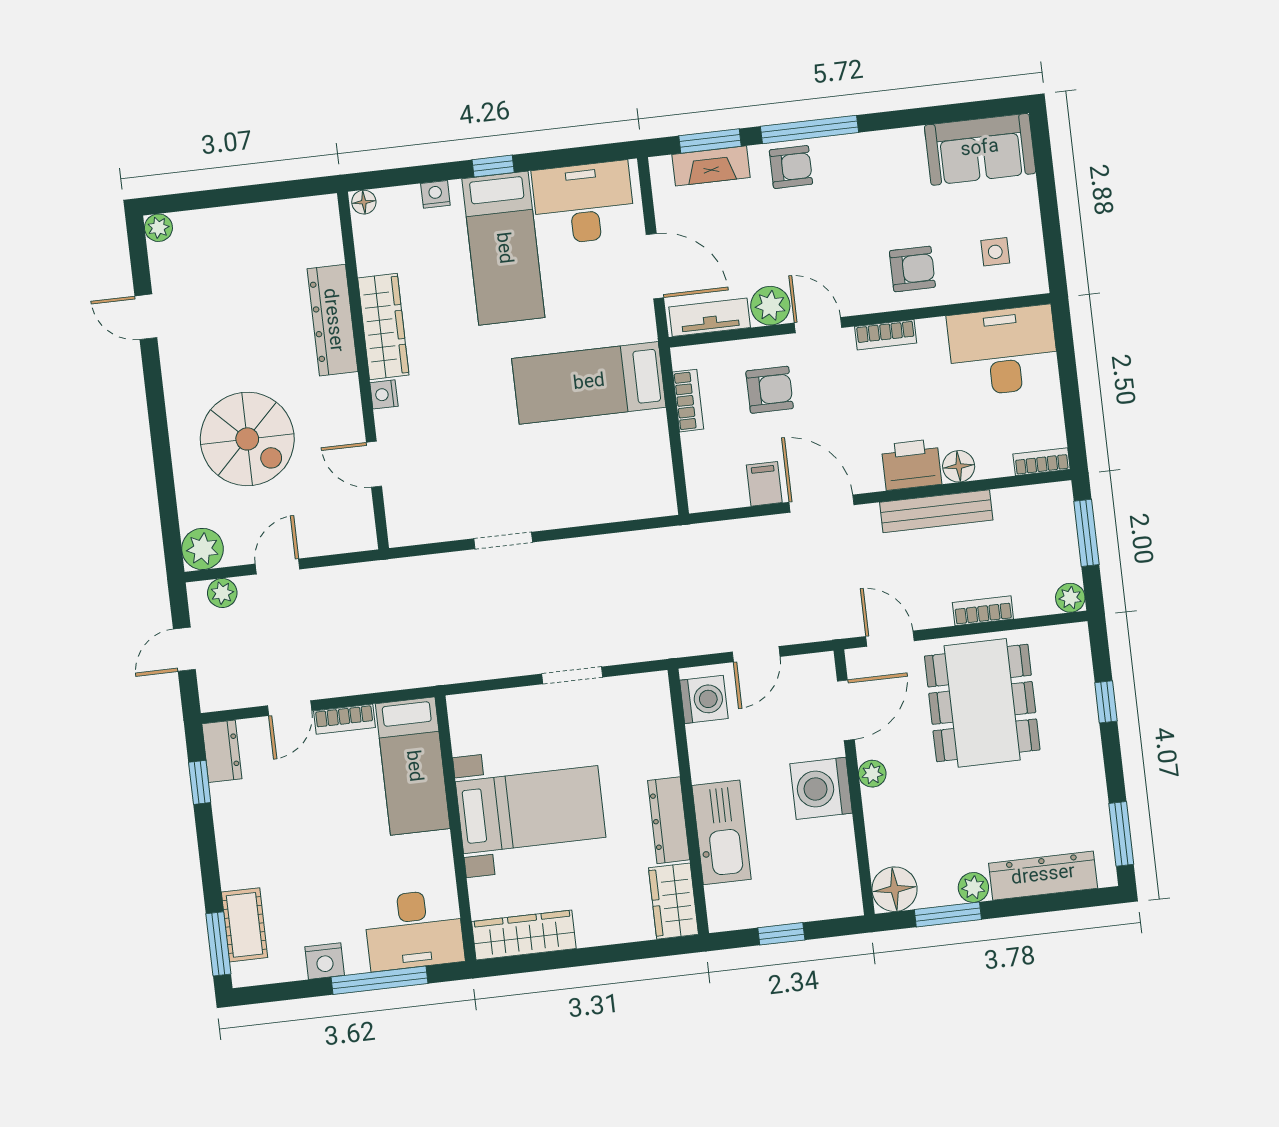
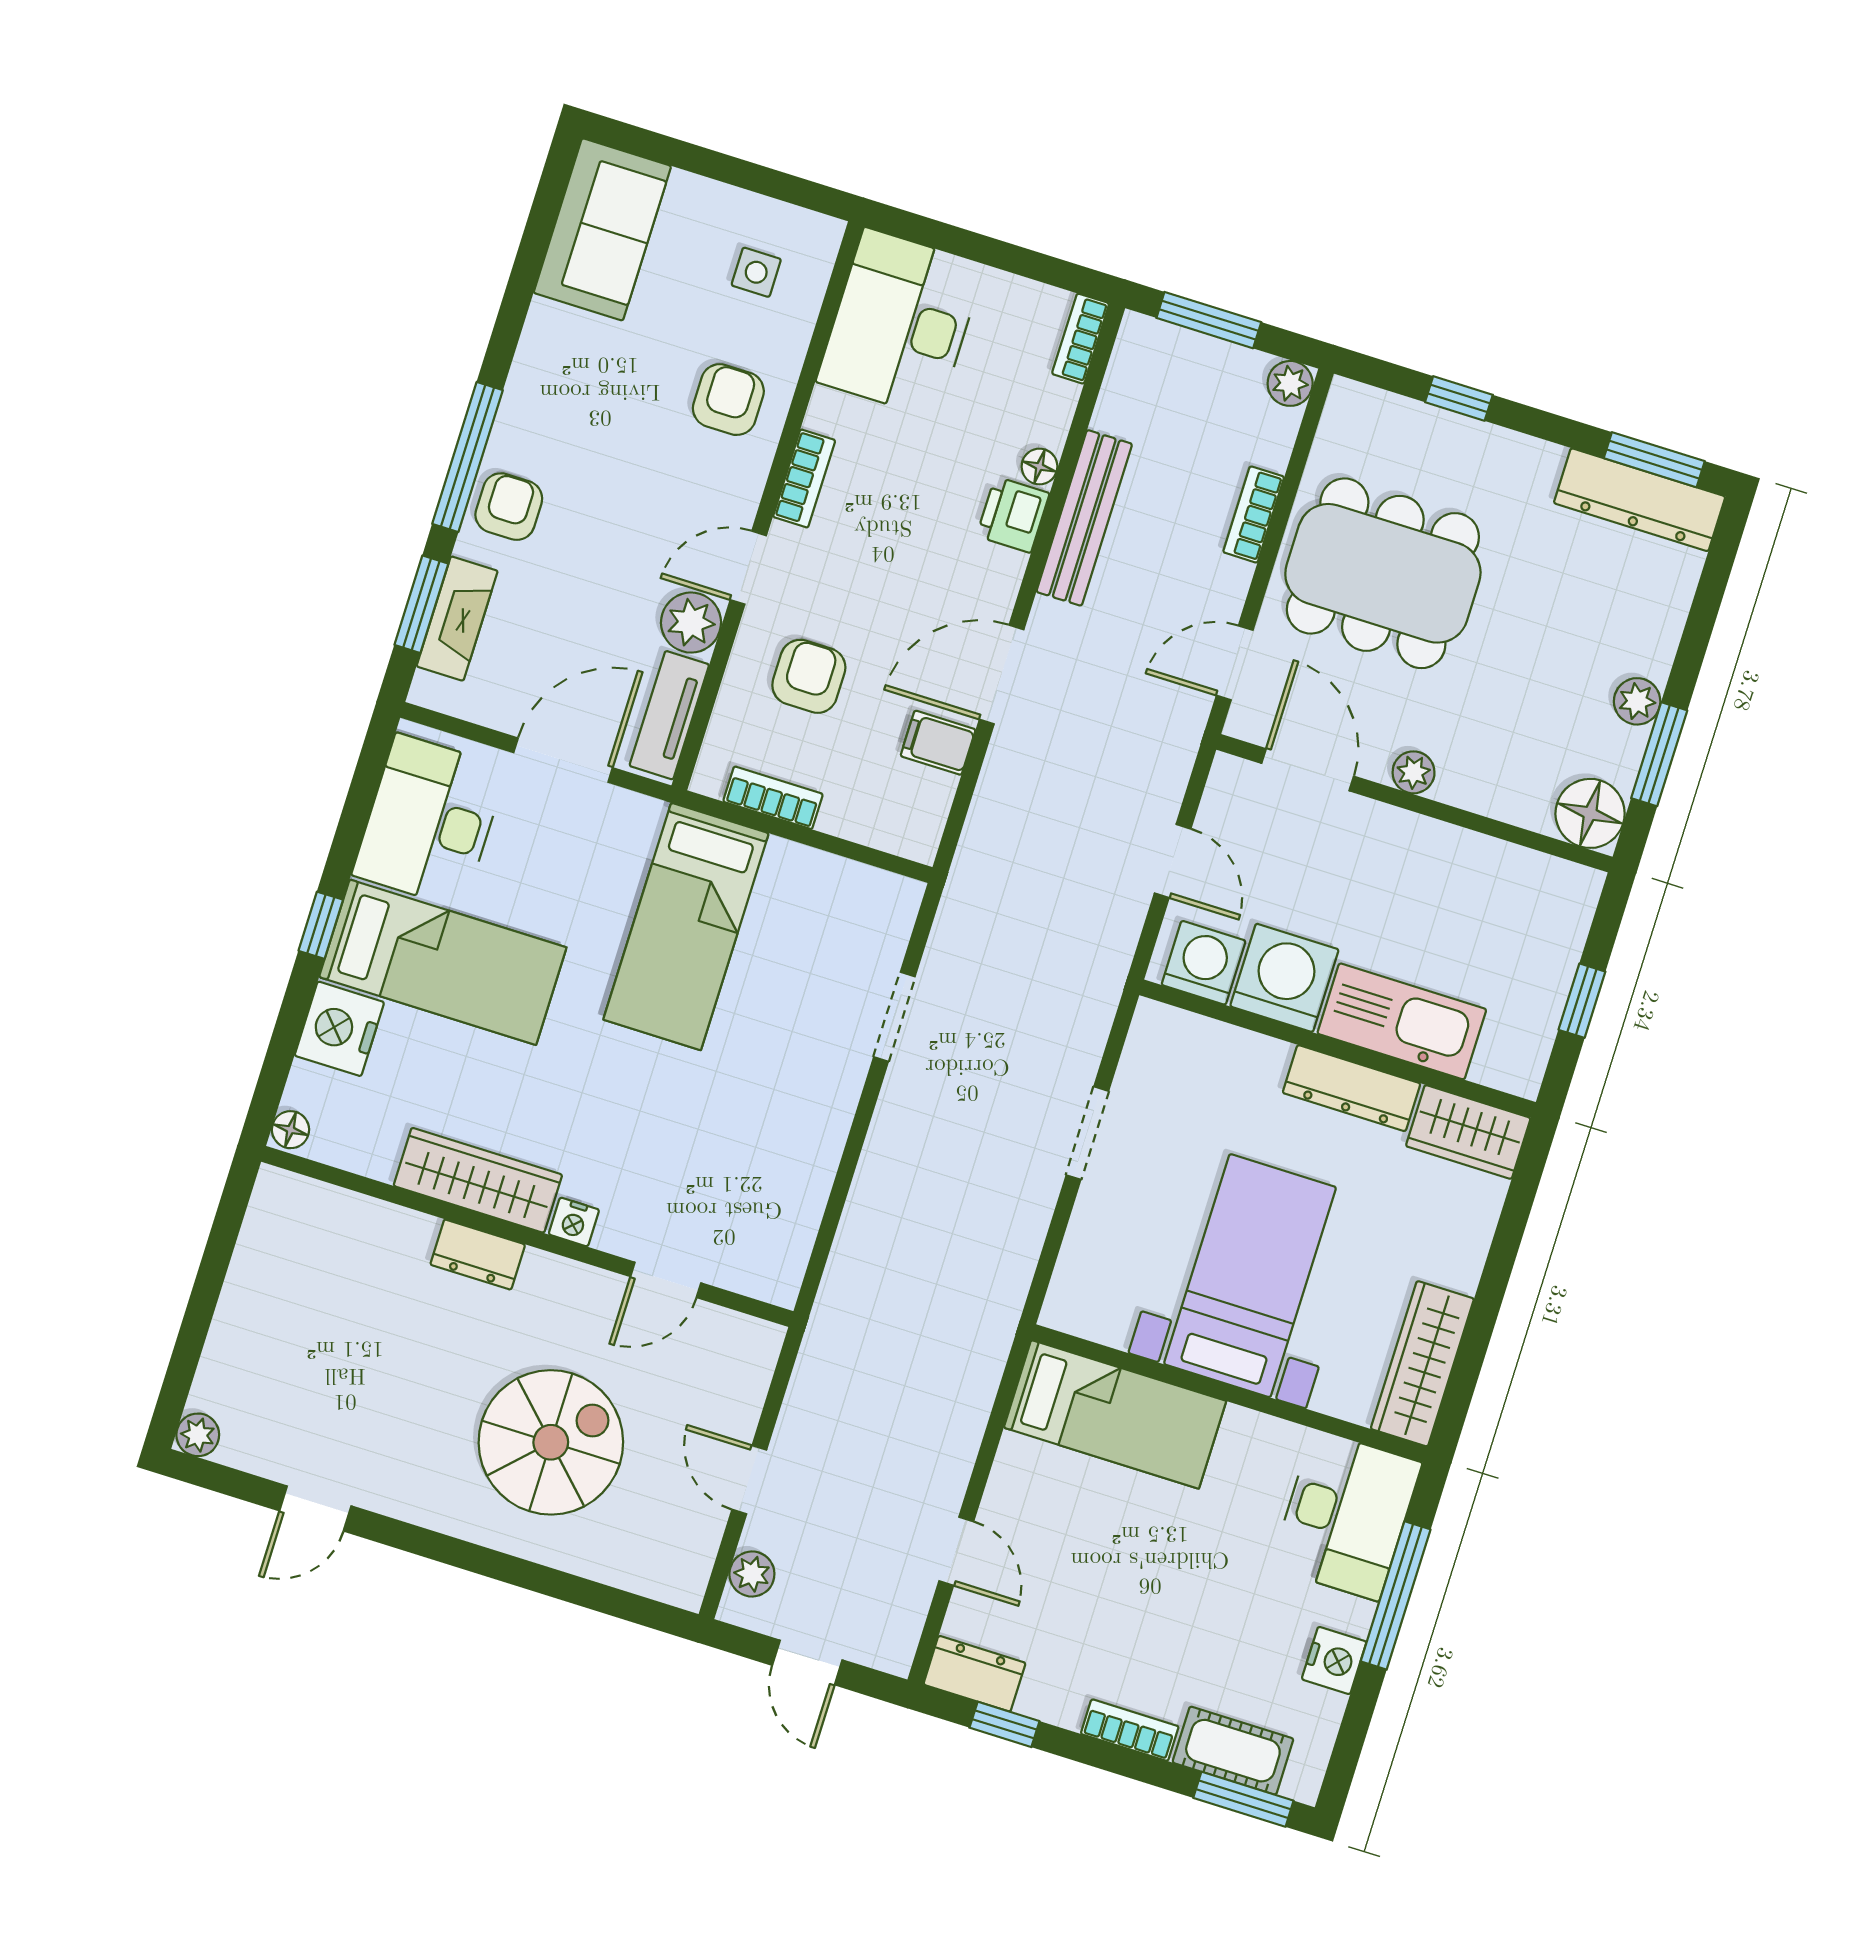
nightstand: (435, 194) -> (339, 1029), width x1.89, depth x1.79
dresser: (332, 320) -> (478, 1255), width x0.51, depth x0.80
printer: (911, 465) -> (1013, 515), width x0.73, depth x0.81
floor lamp: (959, 466) -> (1039, 467), width x0.73, depth x0.73
doorway: (503, 540) -> (894, 1017), moved
plant: (203, 549) -> (678, 1574), removed
bookcase: (344, 719) -> (1130, 1730), moved, turned -90
washing machine: (821, 788) -> (1284, 978), moved, turned 180
dresser: (1043, 876) -> (1640, 500), moved, turned -90

